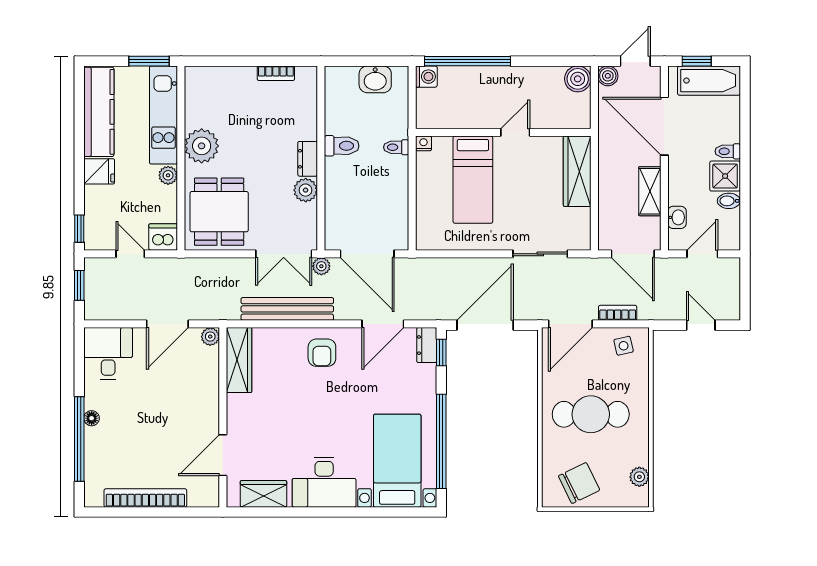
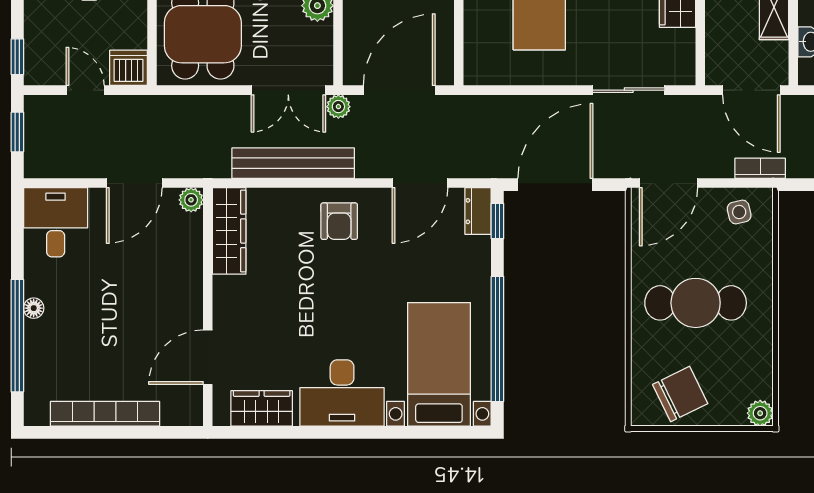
door: (367, 254) -> (399, 90), swing flipped
bookcase: (618, 313) -> (760, 168), moved
plant: (639, 477) -> (760, 413), moved

